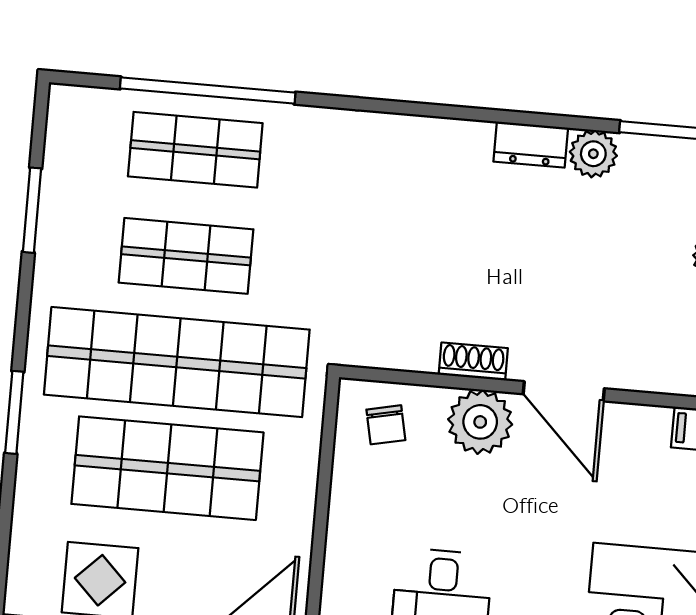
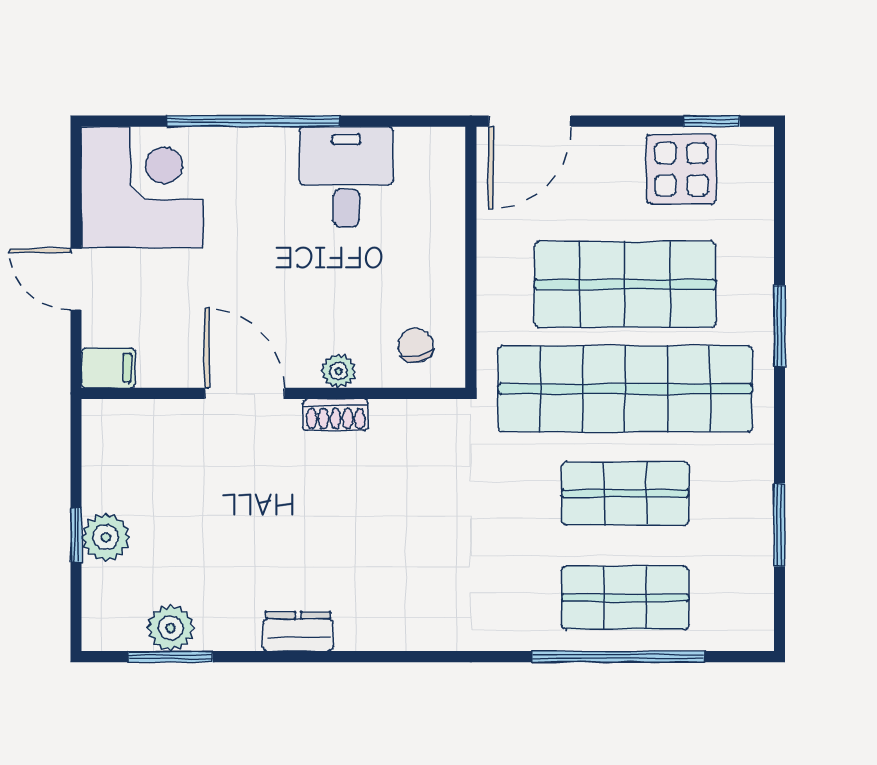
plant: (593, 154) -> (171, 628), moved
plant: (480, 422) -> (338, 371), width x0.53, depth x0.53

